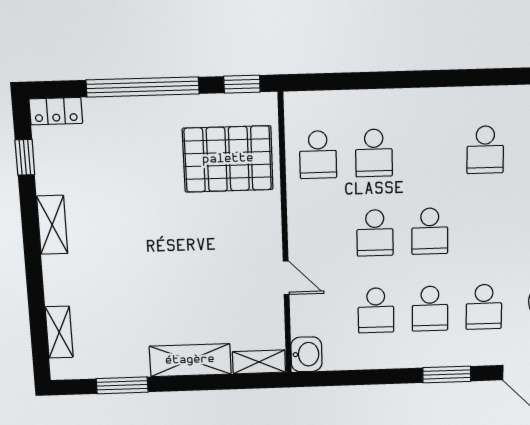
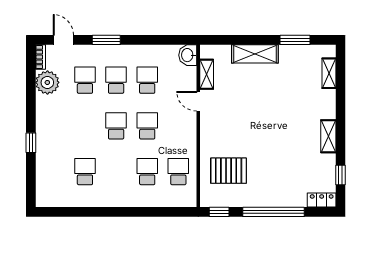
pallet: (228, 159) -> (229, 171), width x0.73, depth x0.71
shelving: (259, 362) -> (207, 74), moved, turned 90

